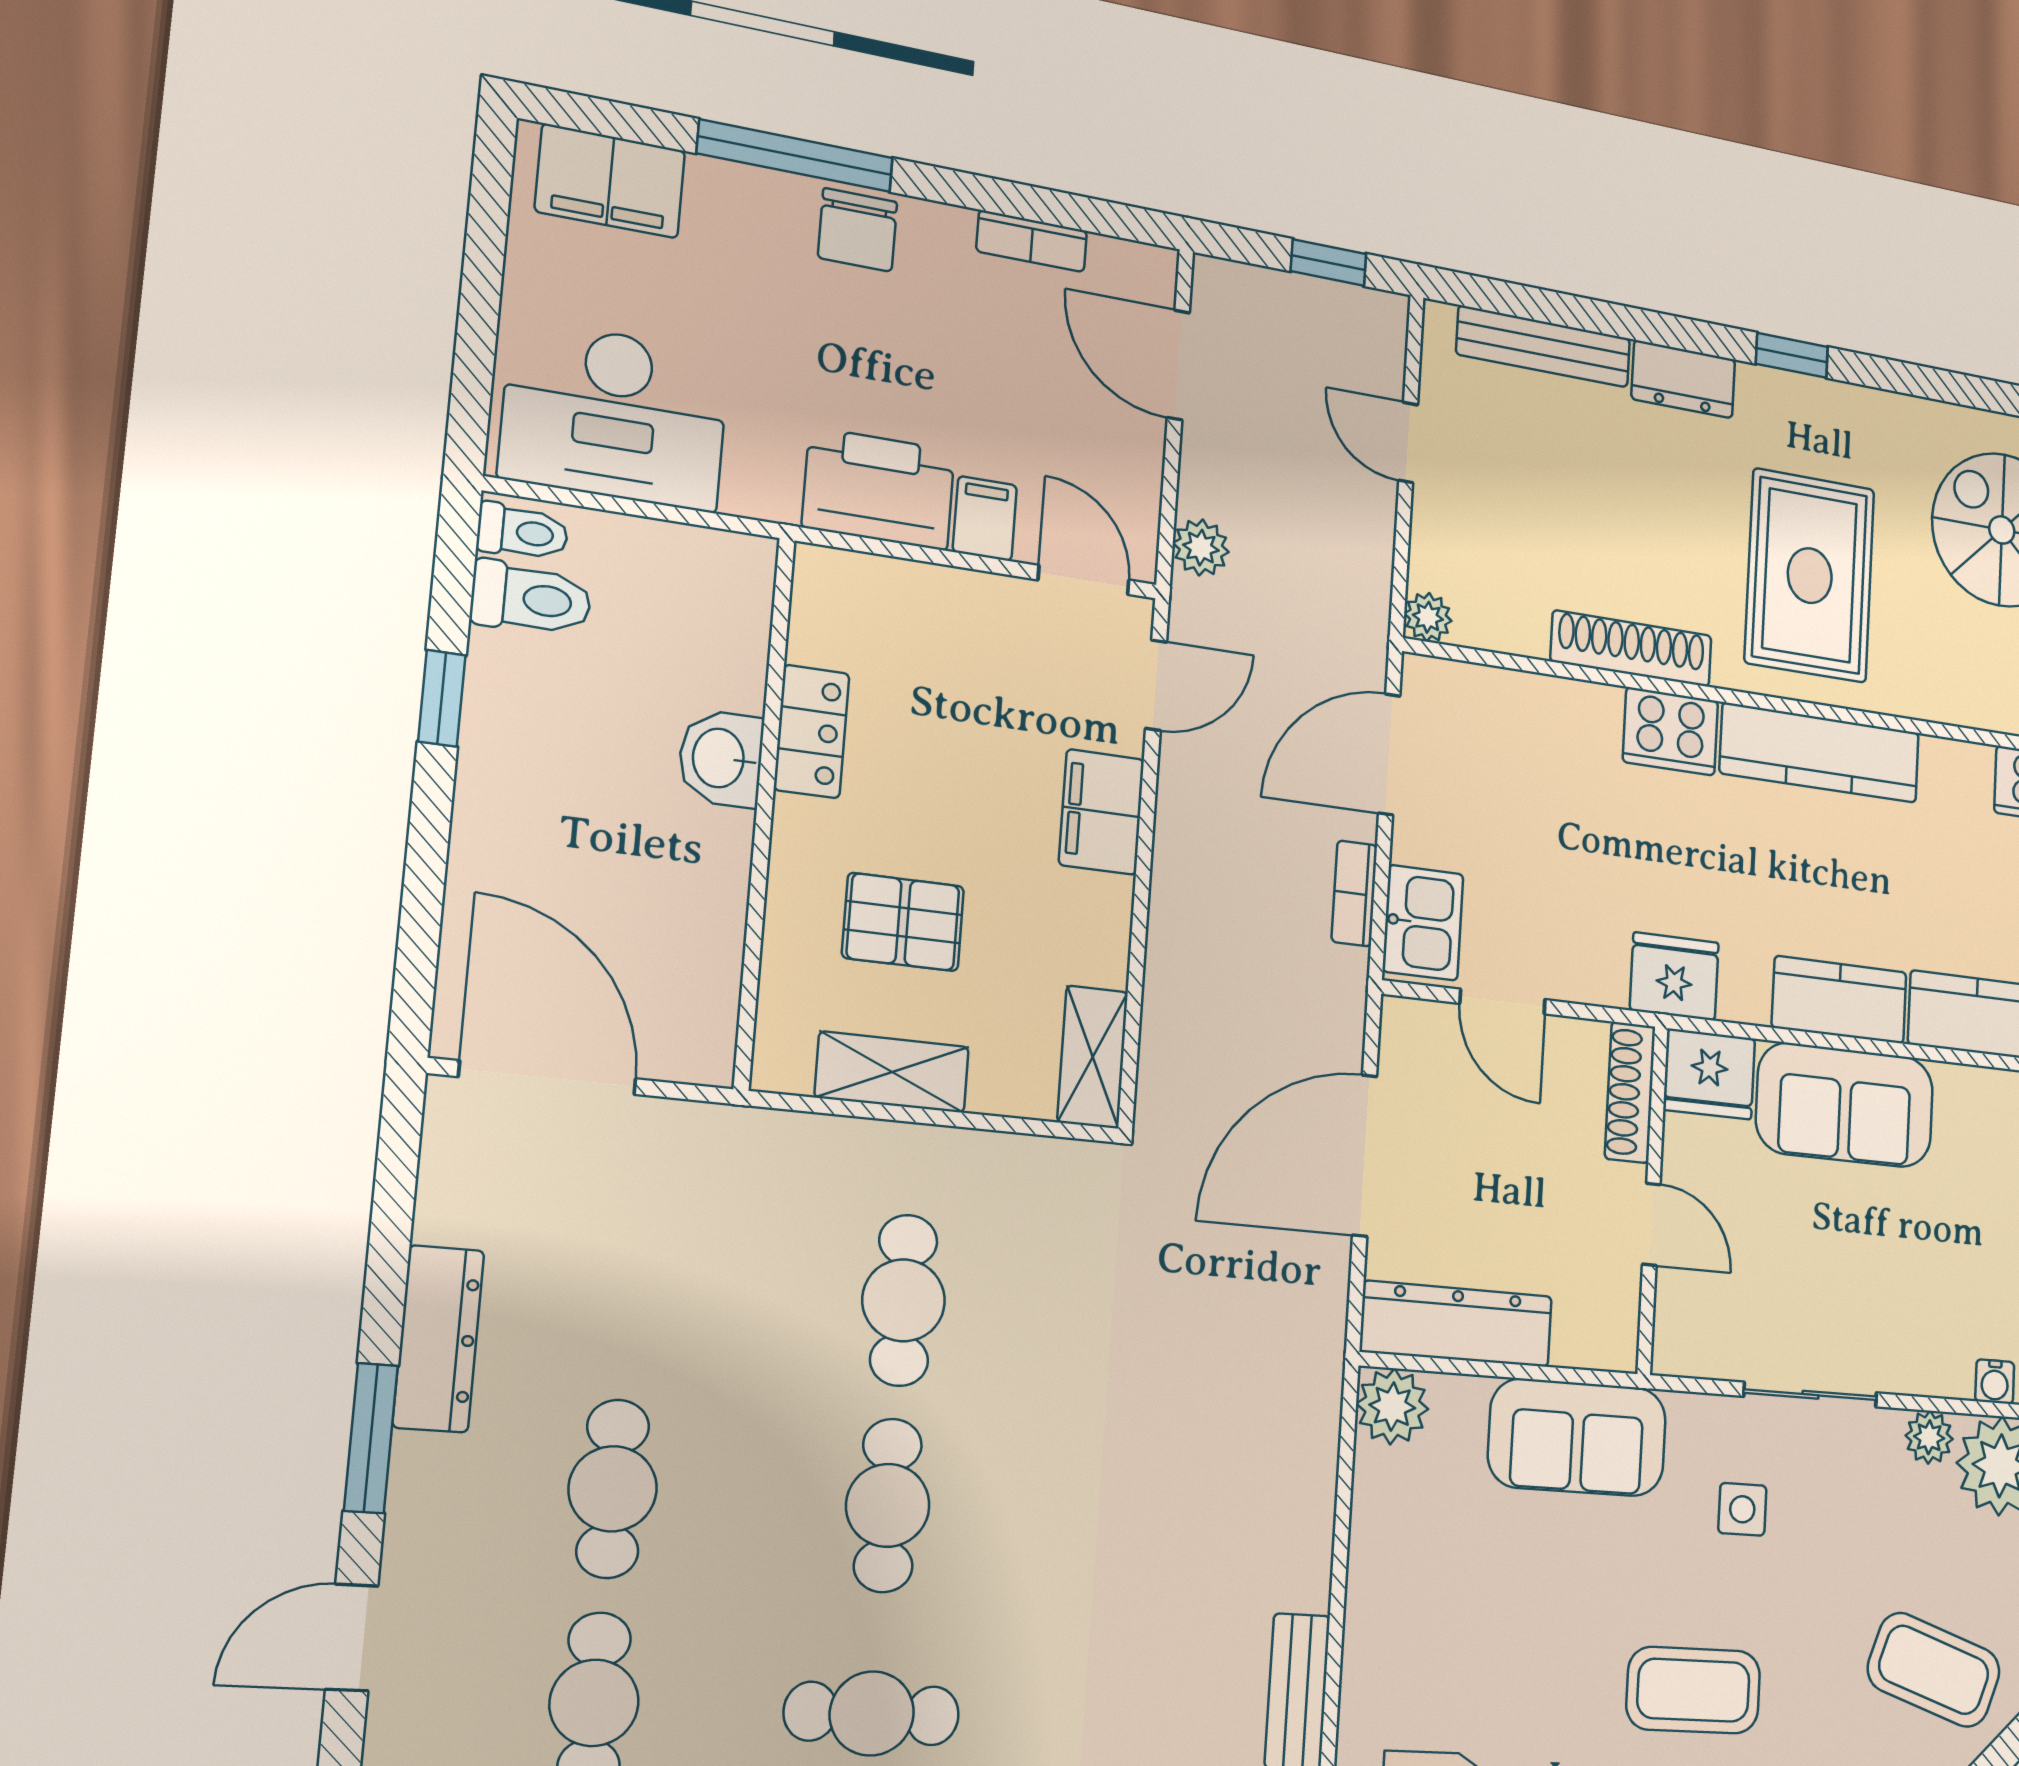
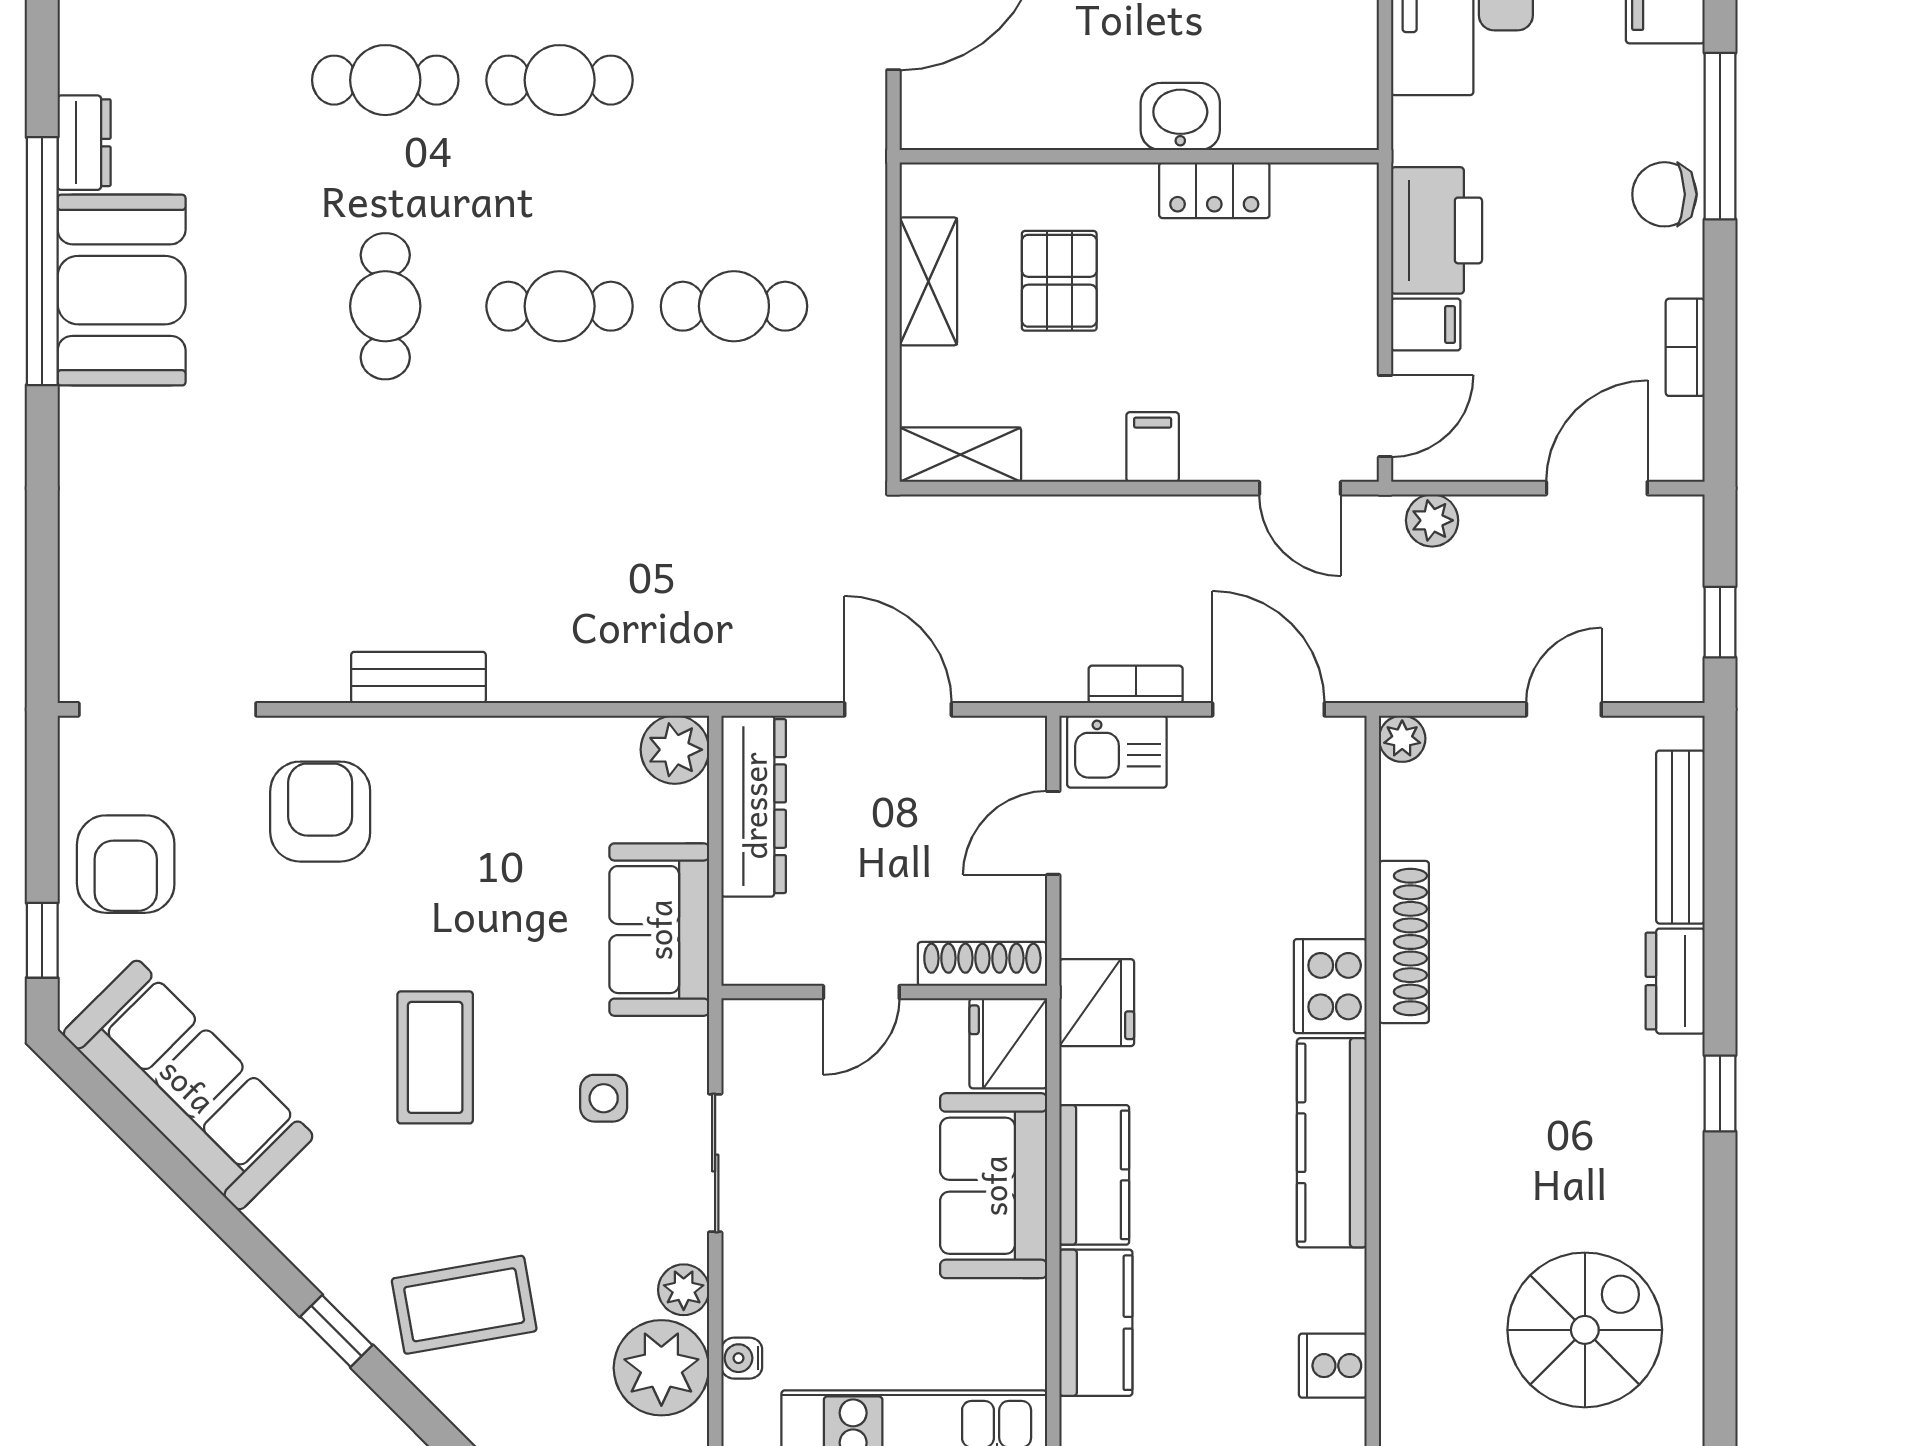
rug: (1810, 576) -> (1504, 1123), removed
filing cabinet: (1102, 812) -> (1153, 447), width x0.50
door: (1365, 1156) -> (898, 709), width x0.73
coffee table: (1934, 1670) -> (464, 1305), turned 61

